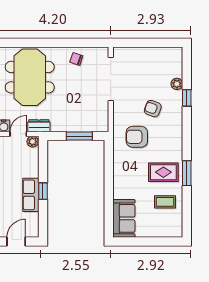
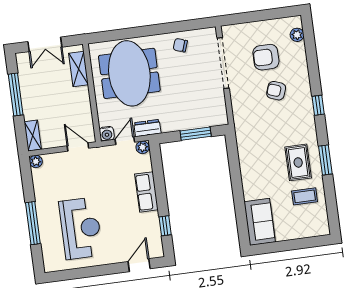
plant: (177, 84) -> (297, 35), moved
window: (187, 98) -> (318, 105), moved
armchair: (137, 137) -> (266, 57), moved
rug: (163, 172) -> (298, 162), turned 90
window: (43, 191) -> (165, 226), moved
row of seats: (31, 195) -> (146, 192), moved

